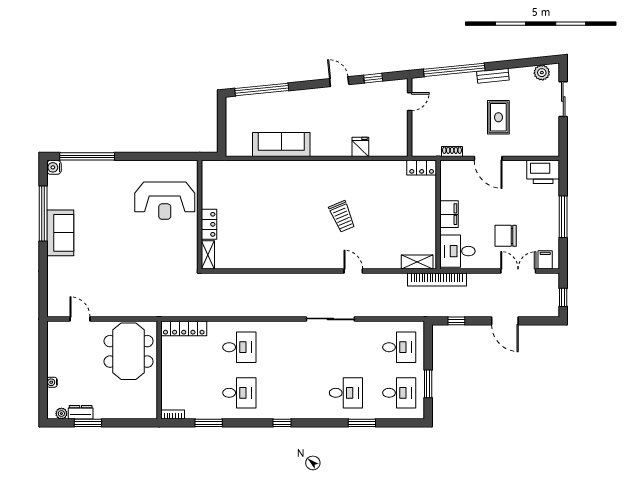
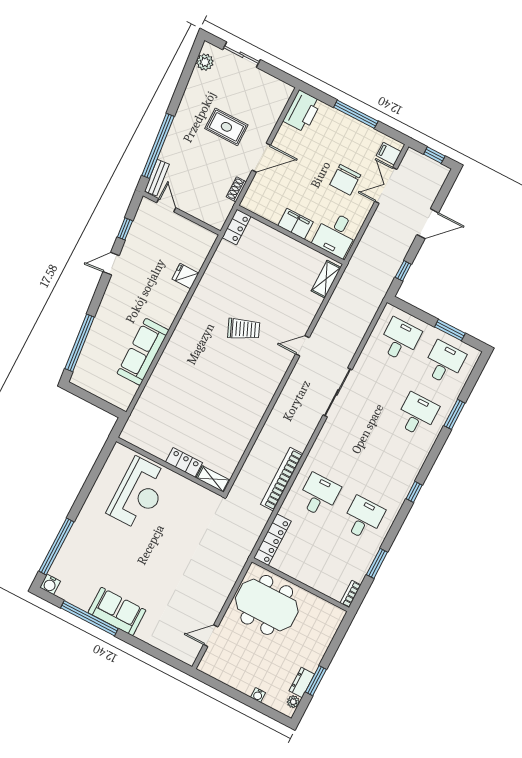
bench: (493, 76) -> (157, 178), moved
bookcase: (437, 279) -> (282, 479), moved, turned 180

